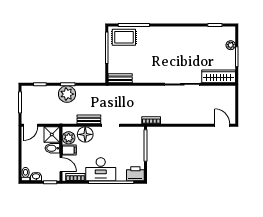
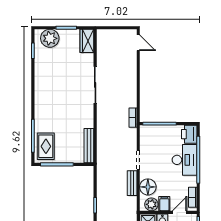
plant: (231, 45) -> (50, 38), width x1.88, depth x1.88
wardrobe: (219, 76) -> (87, 41), width x0.67
bench: (120, 78) -> (89, 146), width x1.36
plant: (67, 94) -> (105, 206), removed
door: (222, 125) -> (138, 43), swing flipped
desk: (101, 169) -> (185, 160), moved

